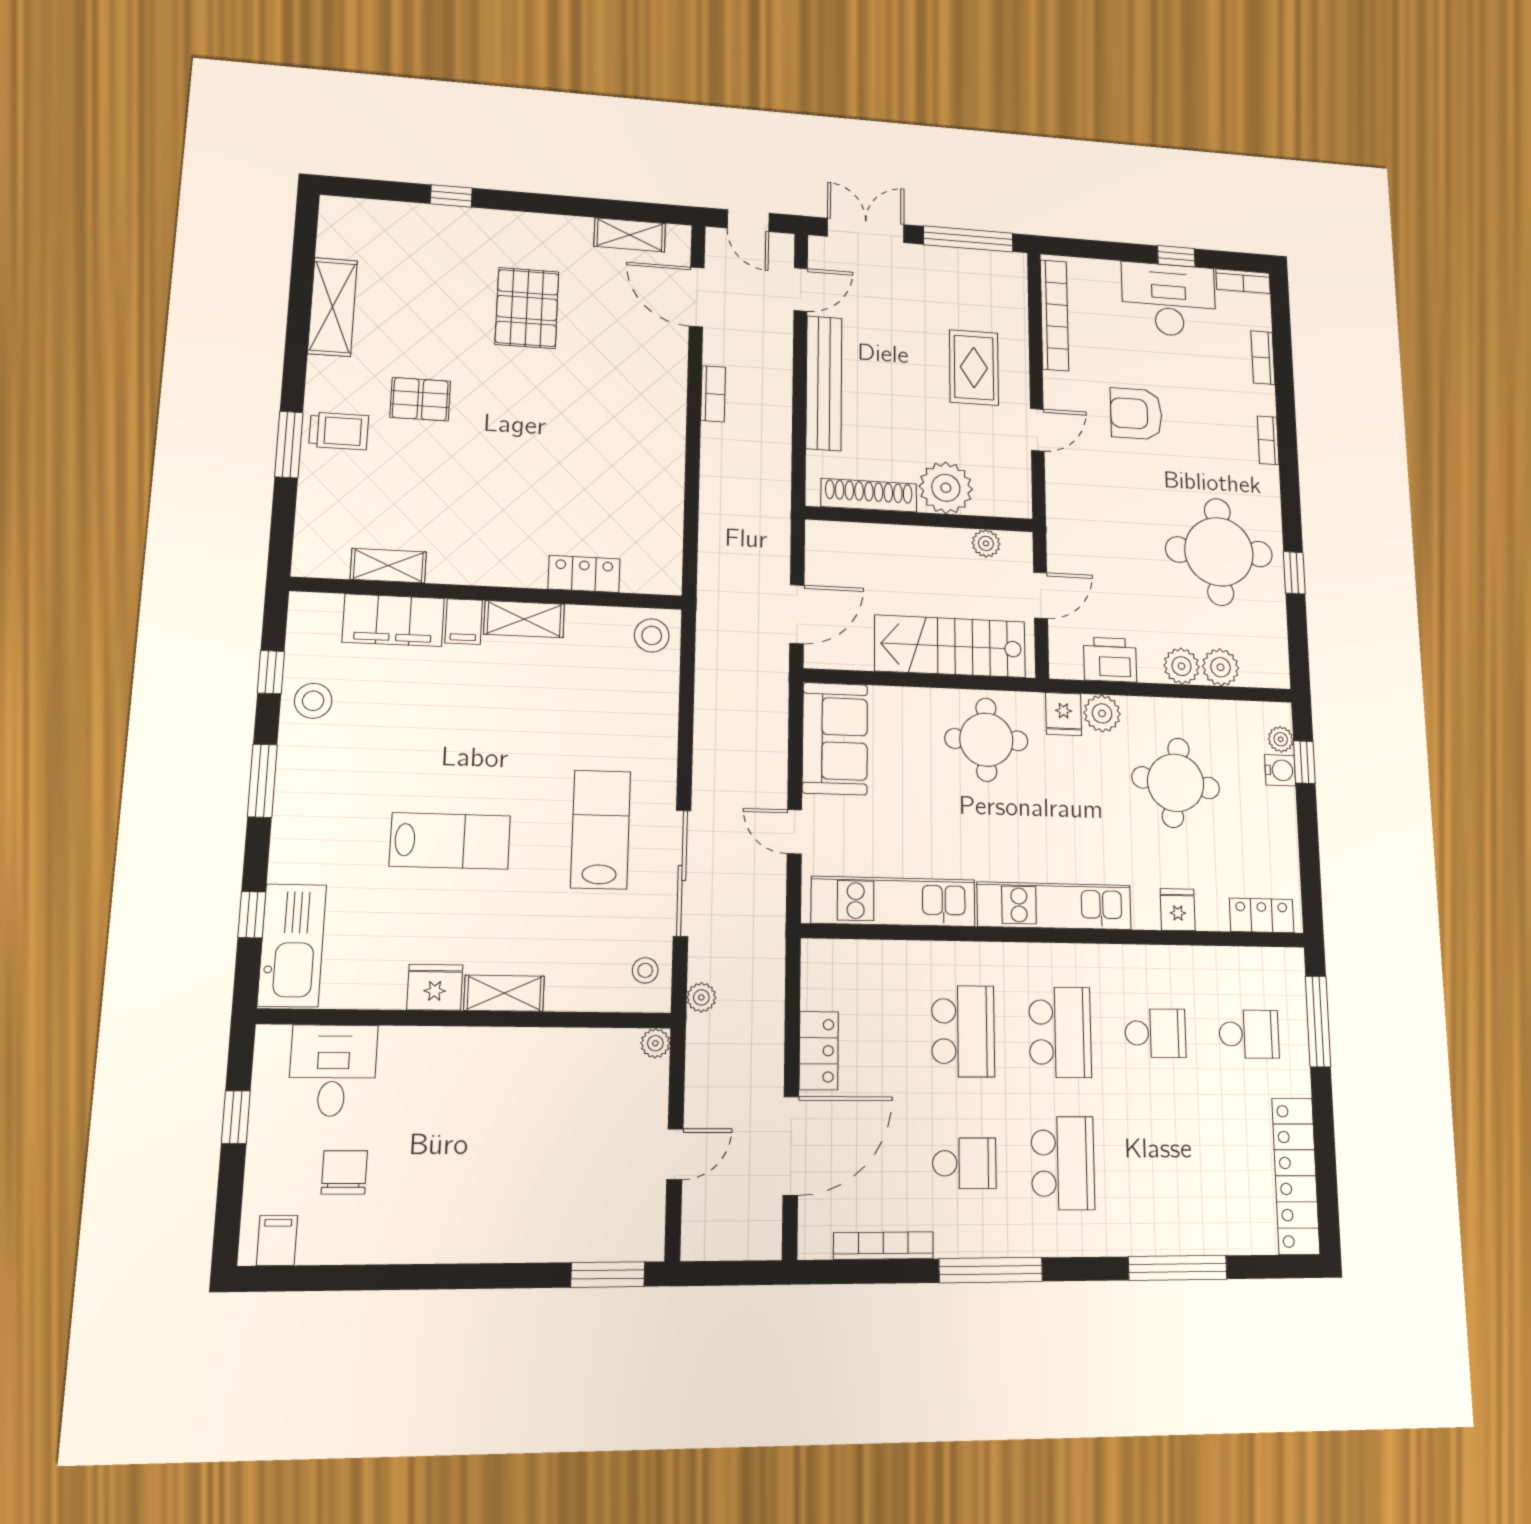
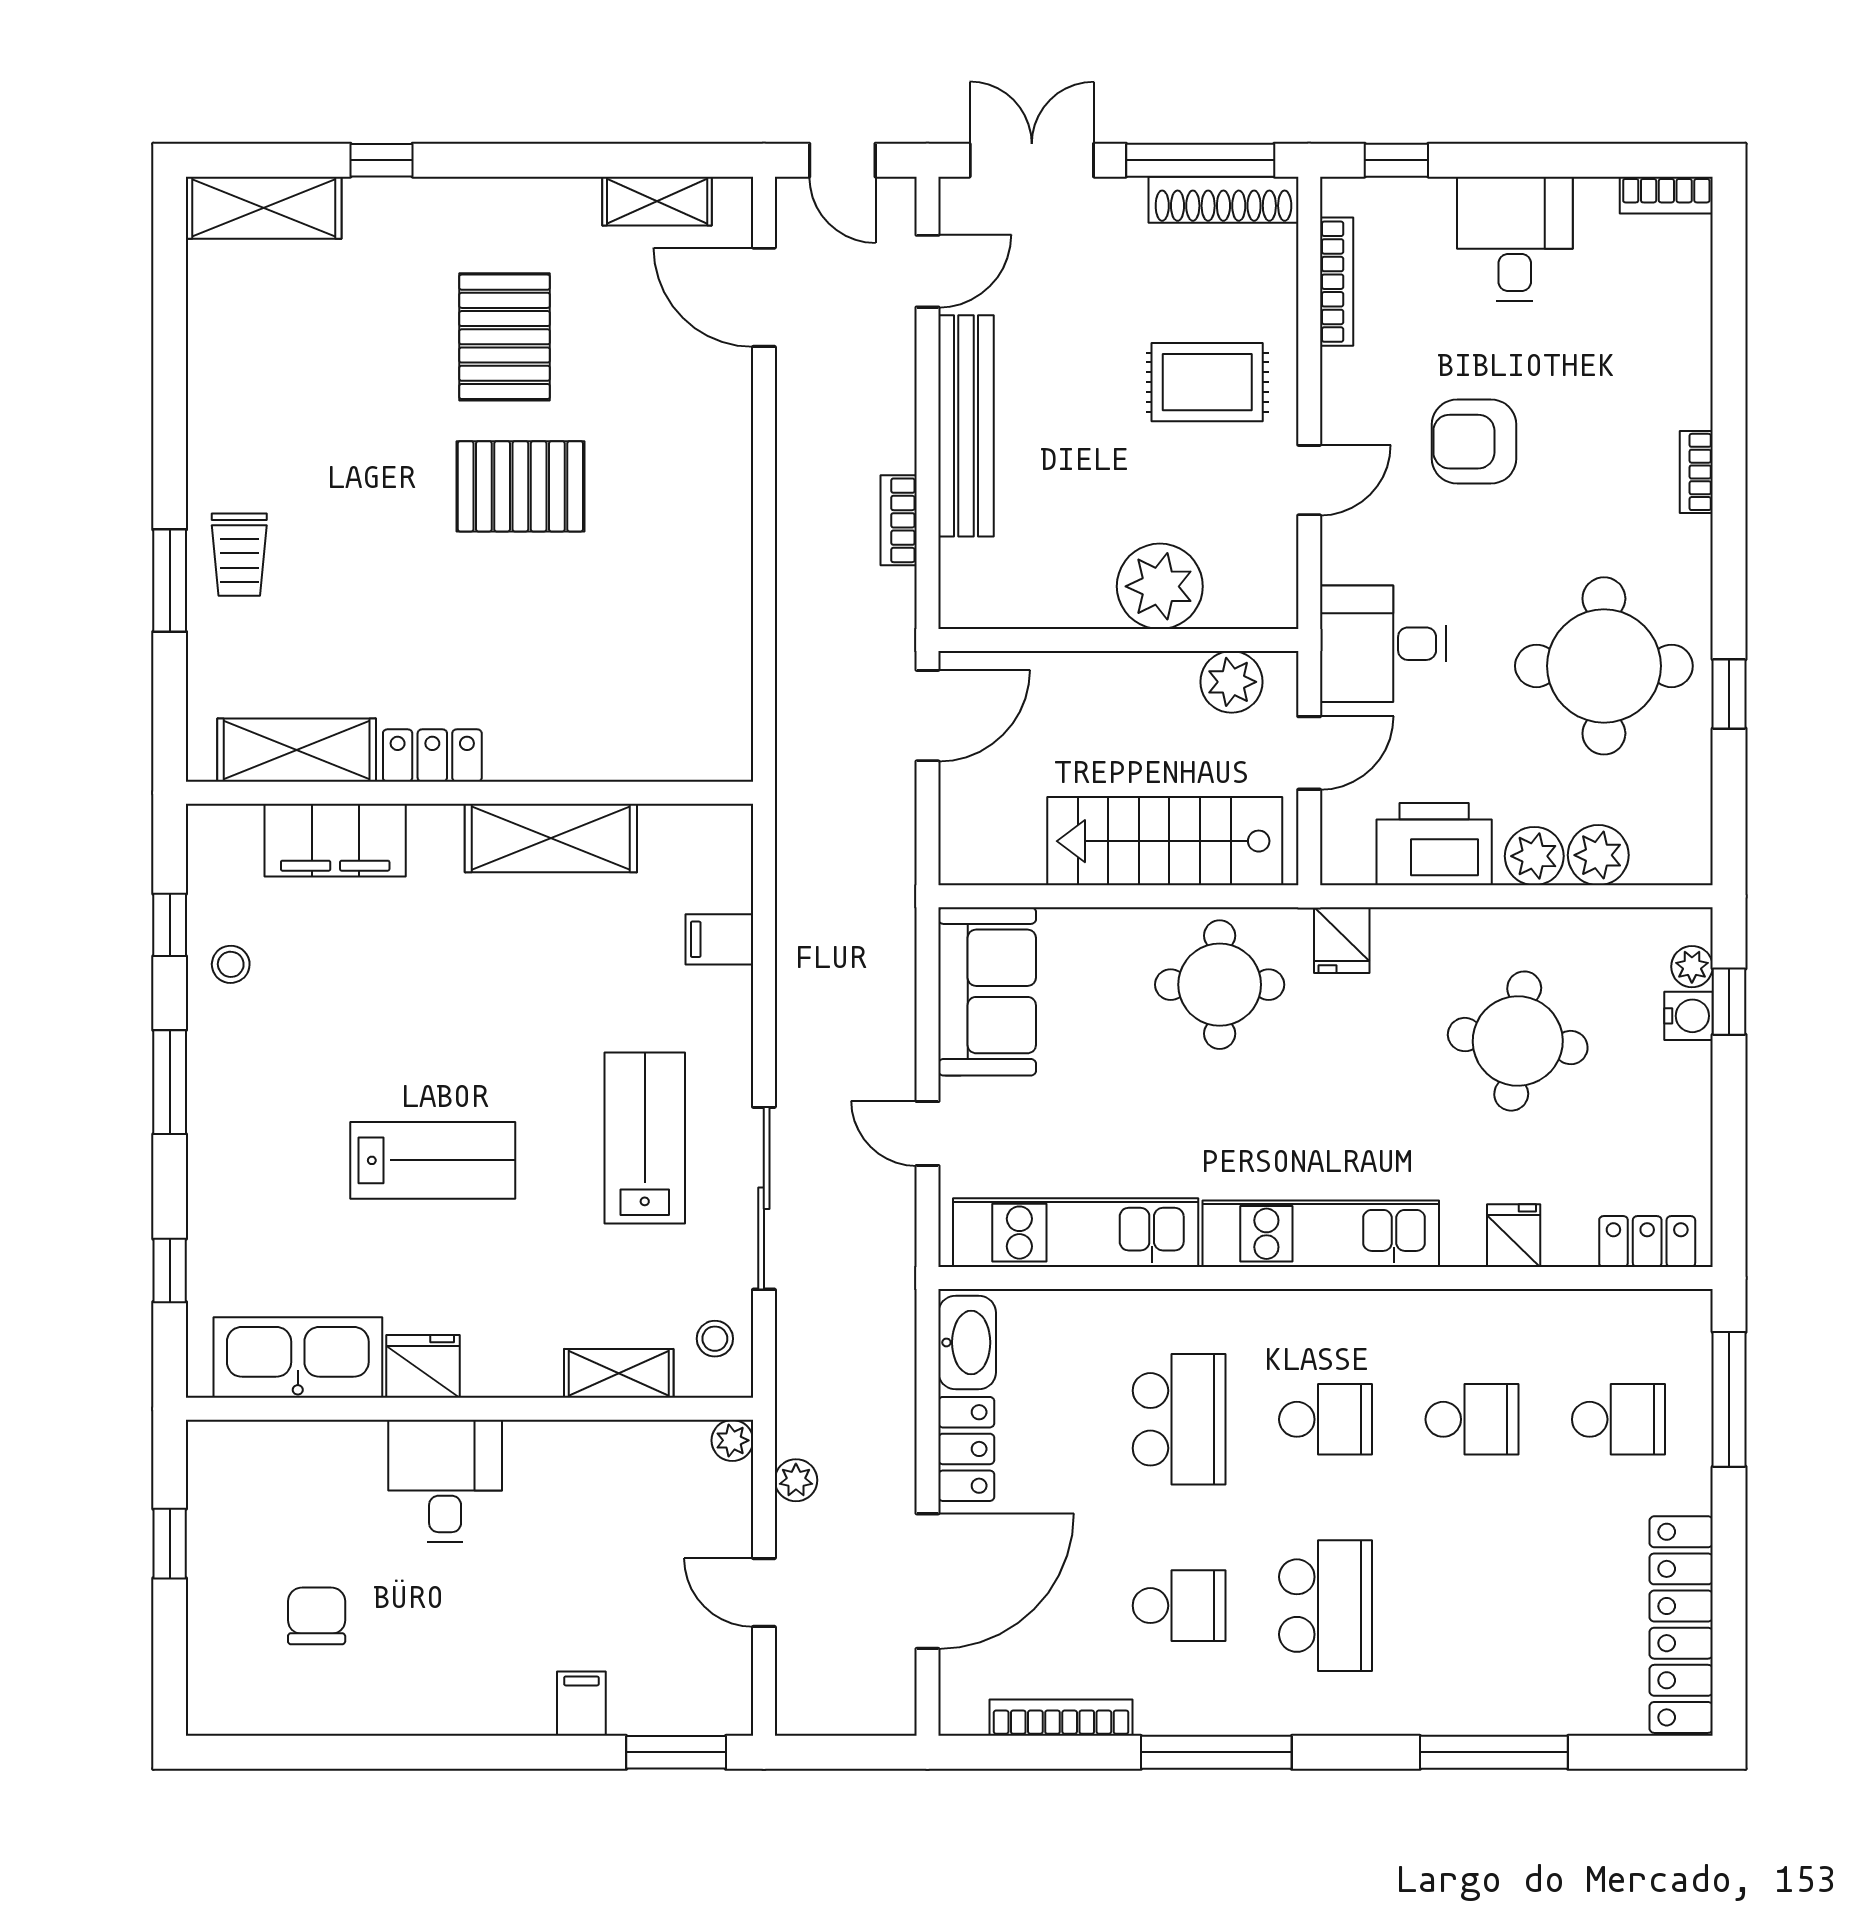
window: (1176, 256) -> (1396, 160), moved
desk: (1169, 300) -> (1515, 239), width x0.73
shelving: (332, 307) -> (264, 208), moved, turned 90
bookcase: (1054, 315) -> (1337, 282), width x0.68, depth x0.76
bookcase: (1263, 358) -> (1694, 328), removed
rug: (974, 368) -> (1207, 382), turned 90
bookcase: (713, 394) -> (899, 520), moved, turned 180
pallet: (420, 399) -> (520, 486), moved, width x1.50, depth x1.42
trolley: (339, 431) -> (239, 555), turned 90
shoe rack: (869, 495) -> (1223, 200), moved, turned 180
desk: (1085, 531) -> (1383, 644), added
plant: (986, 543) -> (1232, 682), width x1.38, depth x1.38
shelving: (388, 566) -> (297, 750), width x1.50, depth x1.33
locker: (584, 574) -> (432, 755), moved
door: (797, 614) -> (928, 716), moved
shelving: (524, 619) -> (551, 838), width x1.50, depth x1.33
filing cabinet: (464, 622) -> (719, 939), moved, turned 90
stool: (652, 635) -> (710, 845), removed
printer: (1110, 660) -> (1434, 844), width x1.37, depth x1.19
stool: (313, 701) -> (231, 964), width x0.73, depth x0.73
plant: (1102, 713) -> (1403, 937), removed
kitchen sink: (292, 945) -> (298, 1358), moved, turned -90
washbasin: (820, 976) -> (967, 1342), added
shelving: (504, 993) -> (619, 1373), moved
plant: (701, 997) -> (796, 1480), moved
school desk: (1060, 1032) -> (1326, 1419), width x0.54
desk: (333, 1070) -> (445, 1481), moved
door: (675, 1154) -> (764, 1592), swing flipped
filing cabinet: (277, 1240) -> (581, 1704), moved

